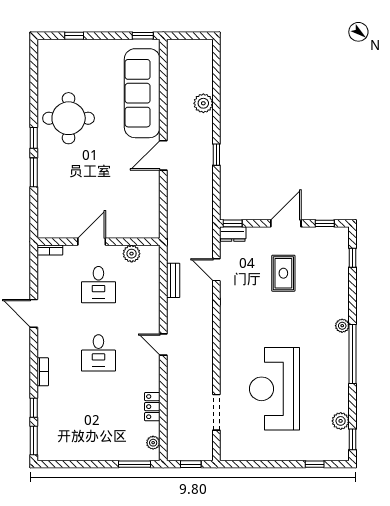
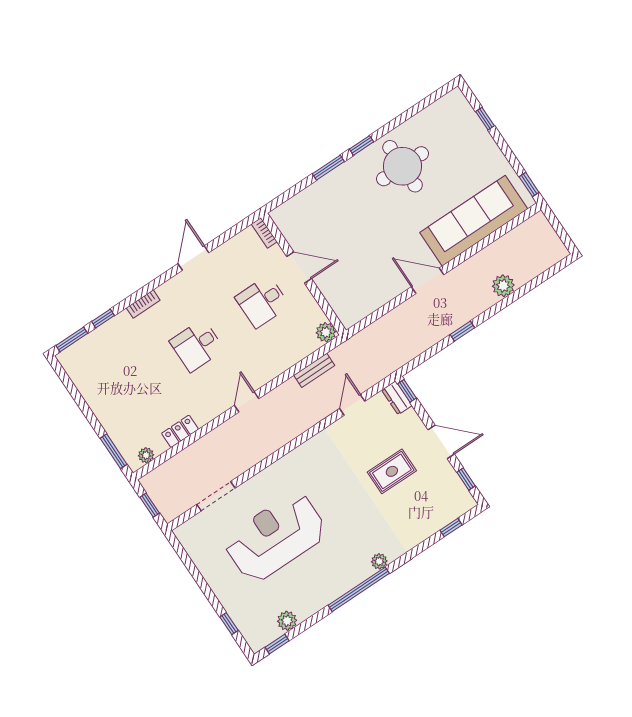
plant: (132, 254) -> (326, 332), moved

